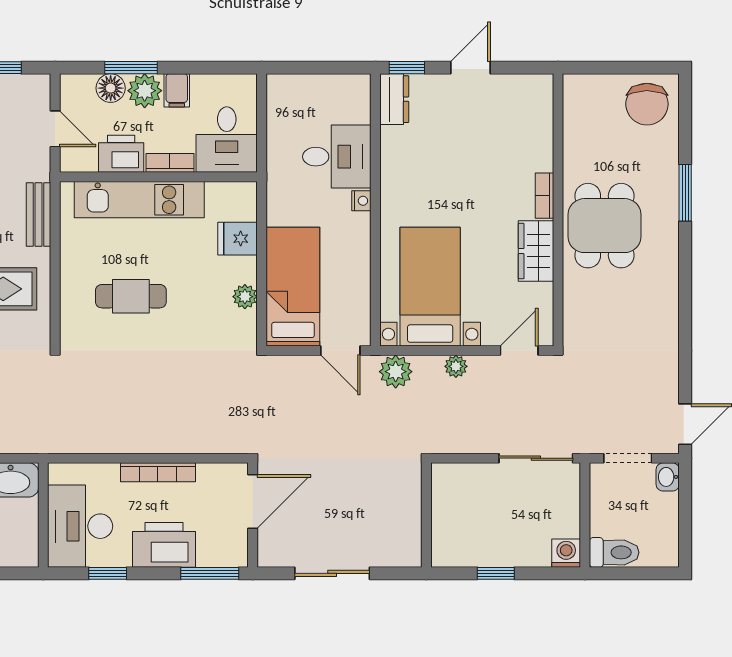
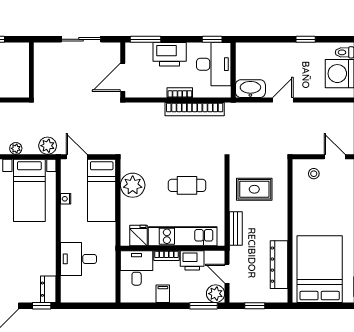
window: (131, 68) -> (203, 306), moved
floor lamp: (111, 88) -> (198, 295), removed
plant: (145, 91) -> (216, 294), moved
nightstand: (361, 201) -> (66, 199), moved
fridge: (238, 239) -> (138, 235), moved, turned -90
plant: (245, 297) -> (133, 185), width x1.88, depth x1.88
bookcase: (116, 441) -> (195, 109), added
bookcase: (158, 472) -> (180, 93), width x0.64
window: (108, 573) -> (212, 39), moved

